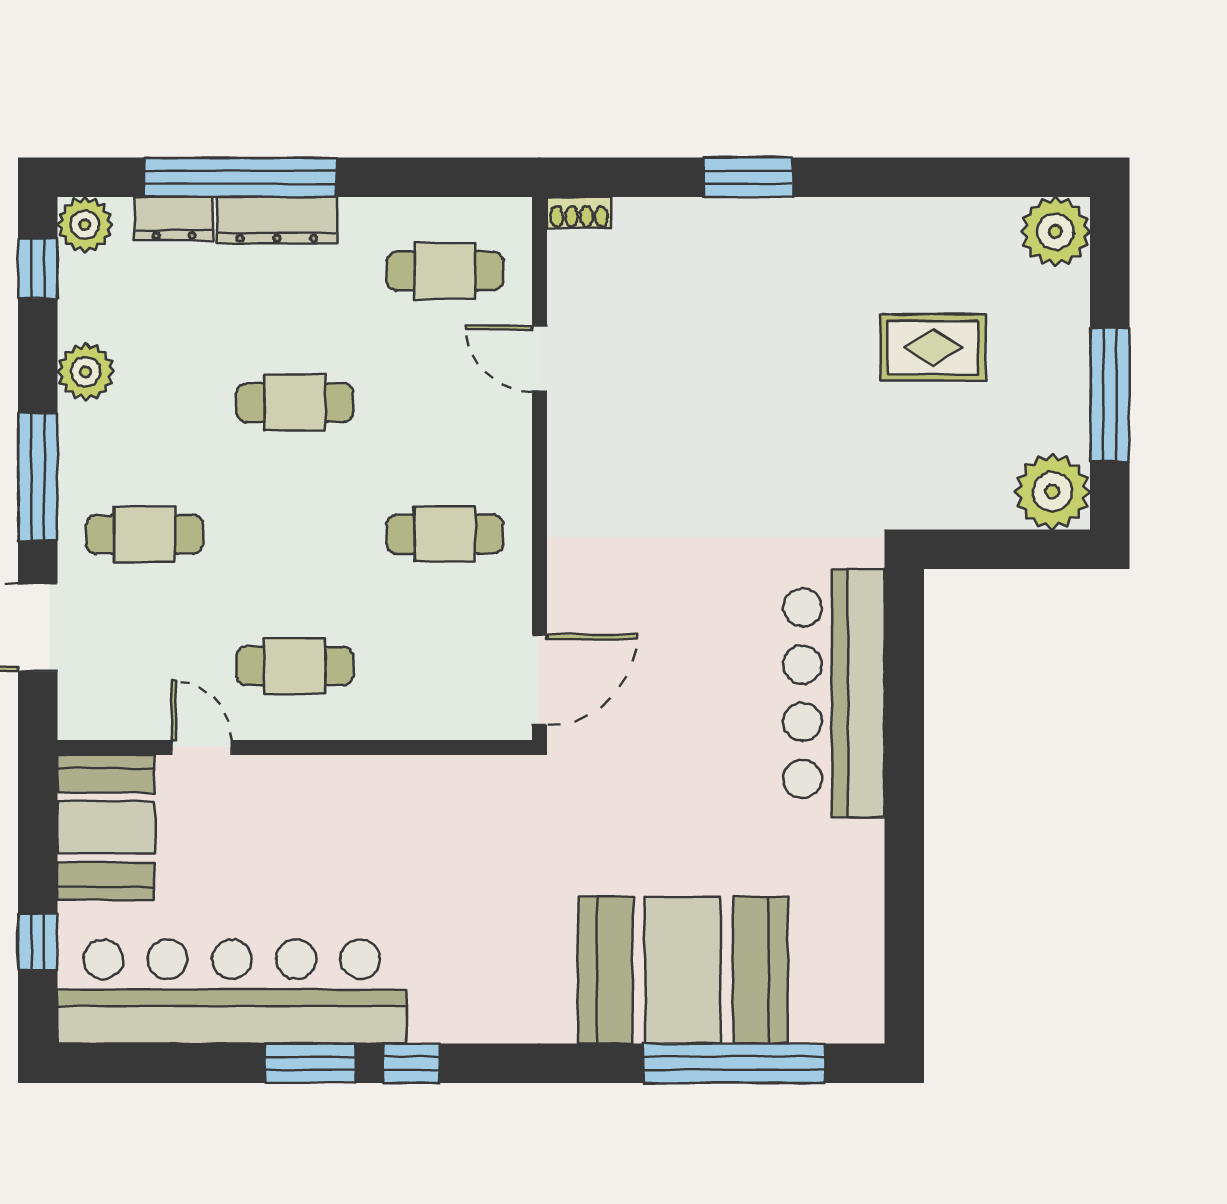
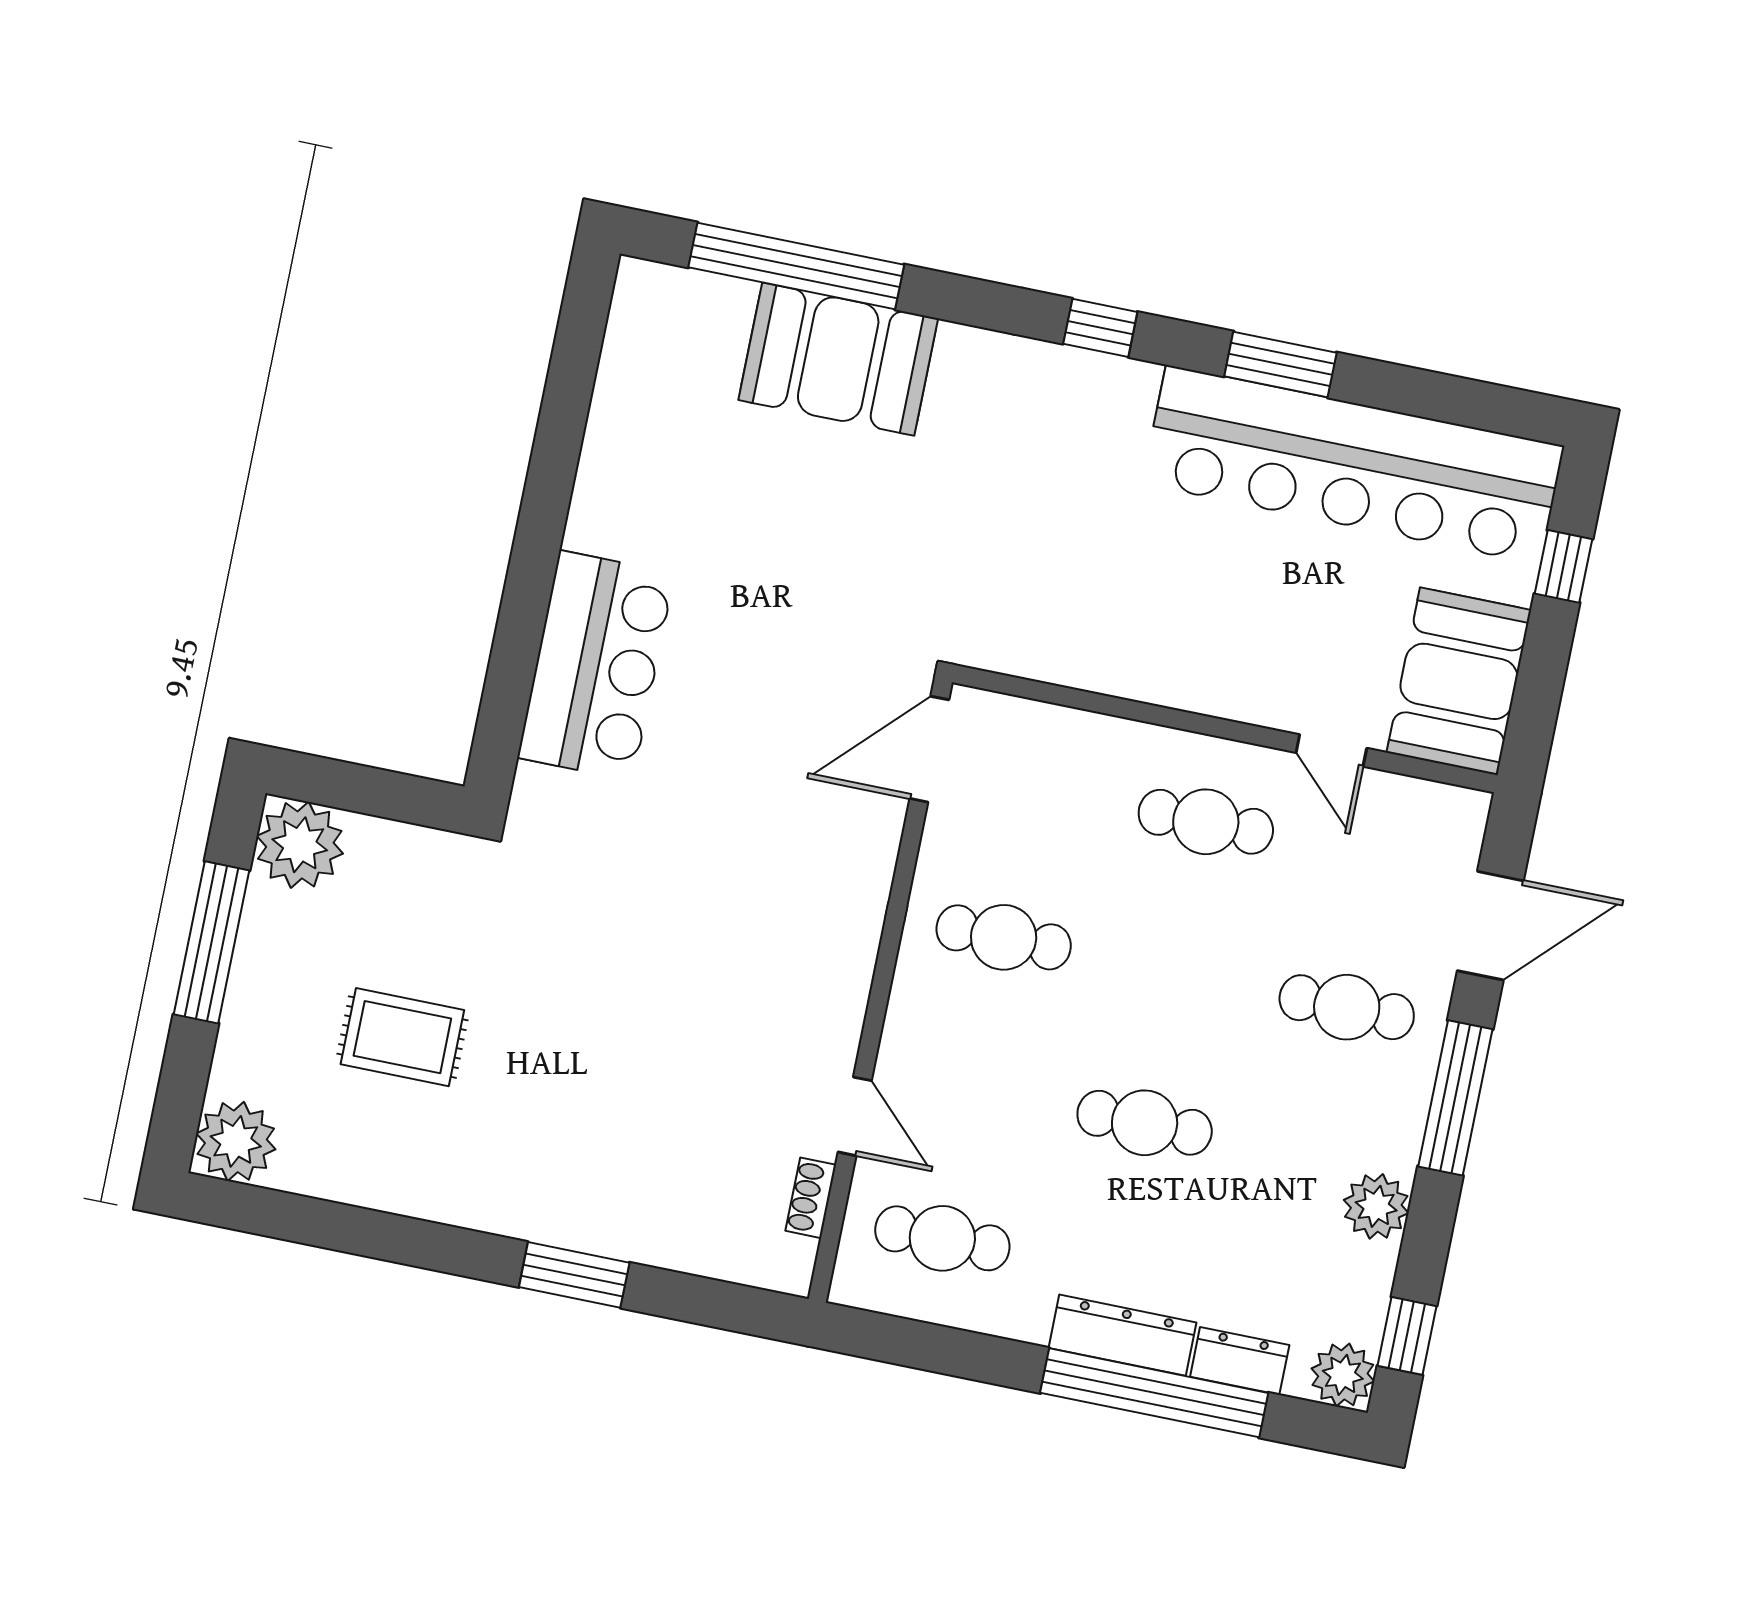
shoe rack: (579, 212) -> (811, 1198), moved, turned -90
bar counter: (834, 693) -> (596, 666), width x0.73
booth: (683, 970) -> (838, 359), width x0.73, depth x0.70
window: (411, 1063) -> (1100, 328), moved

